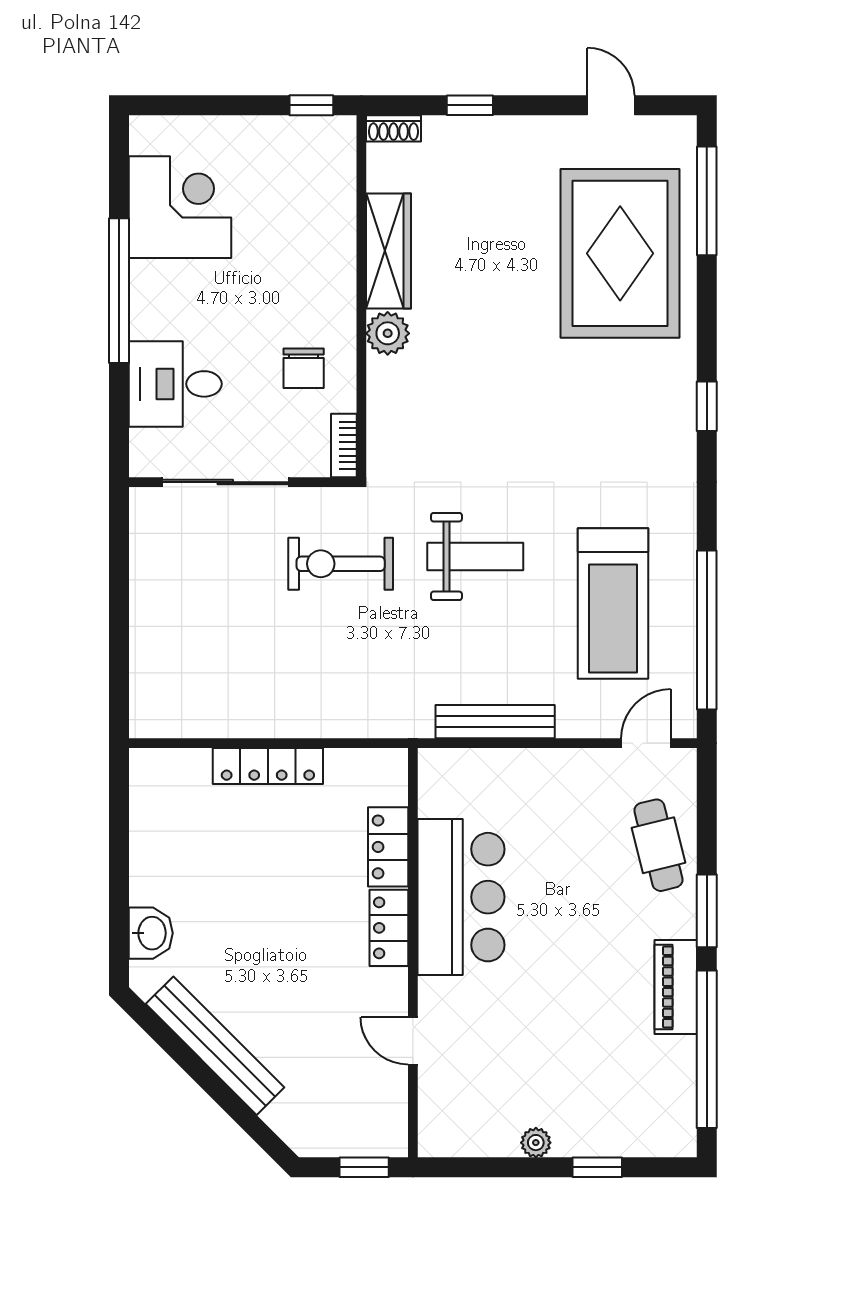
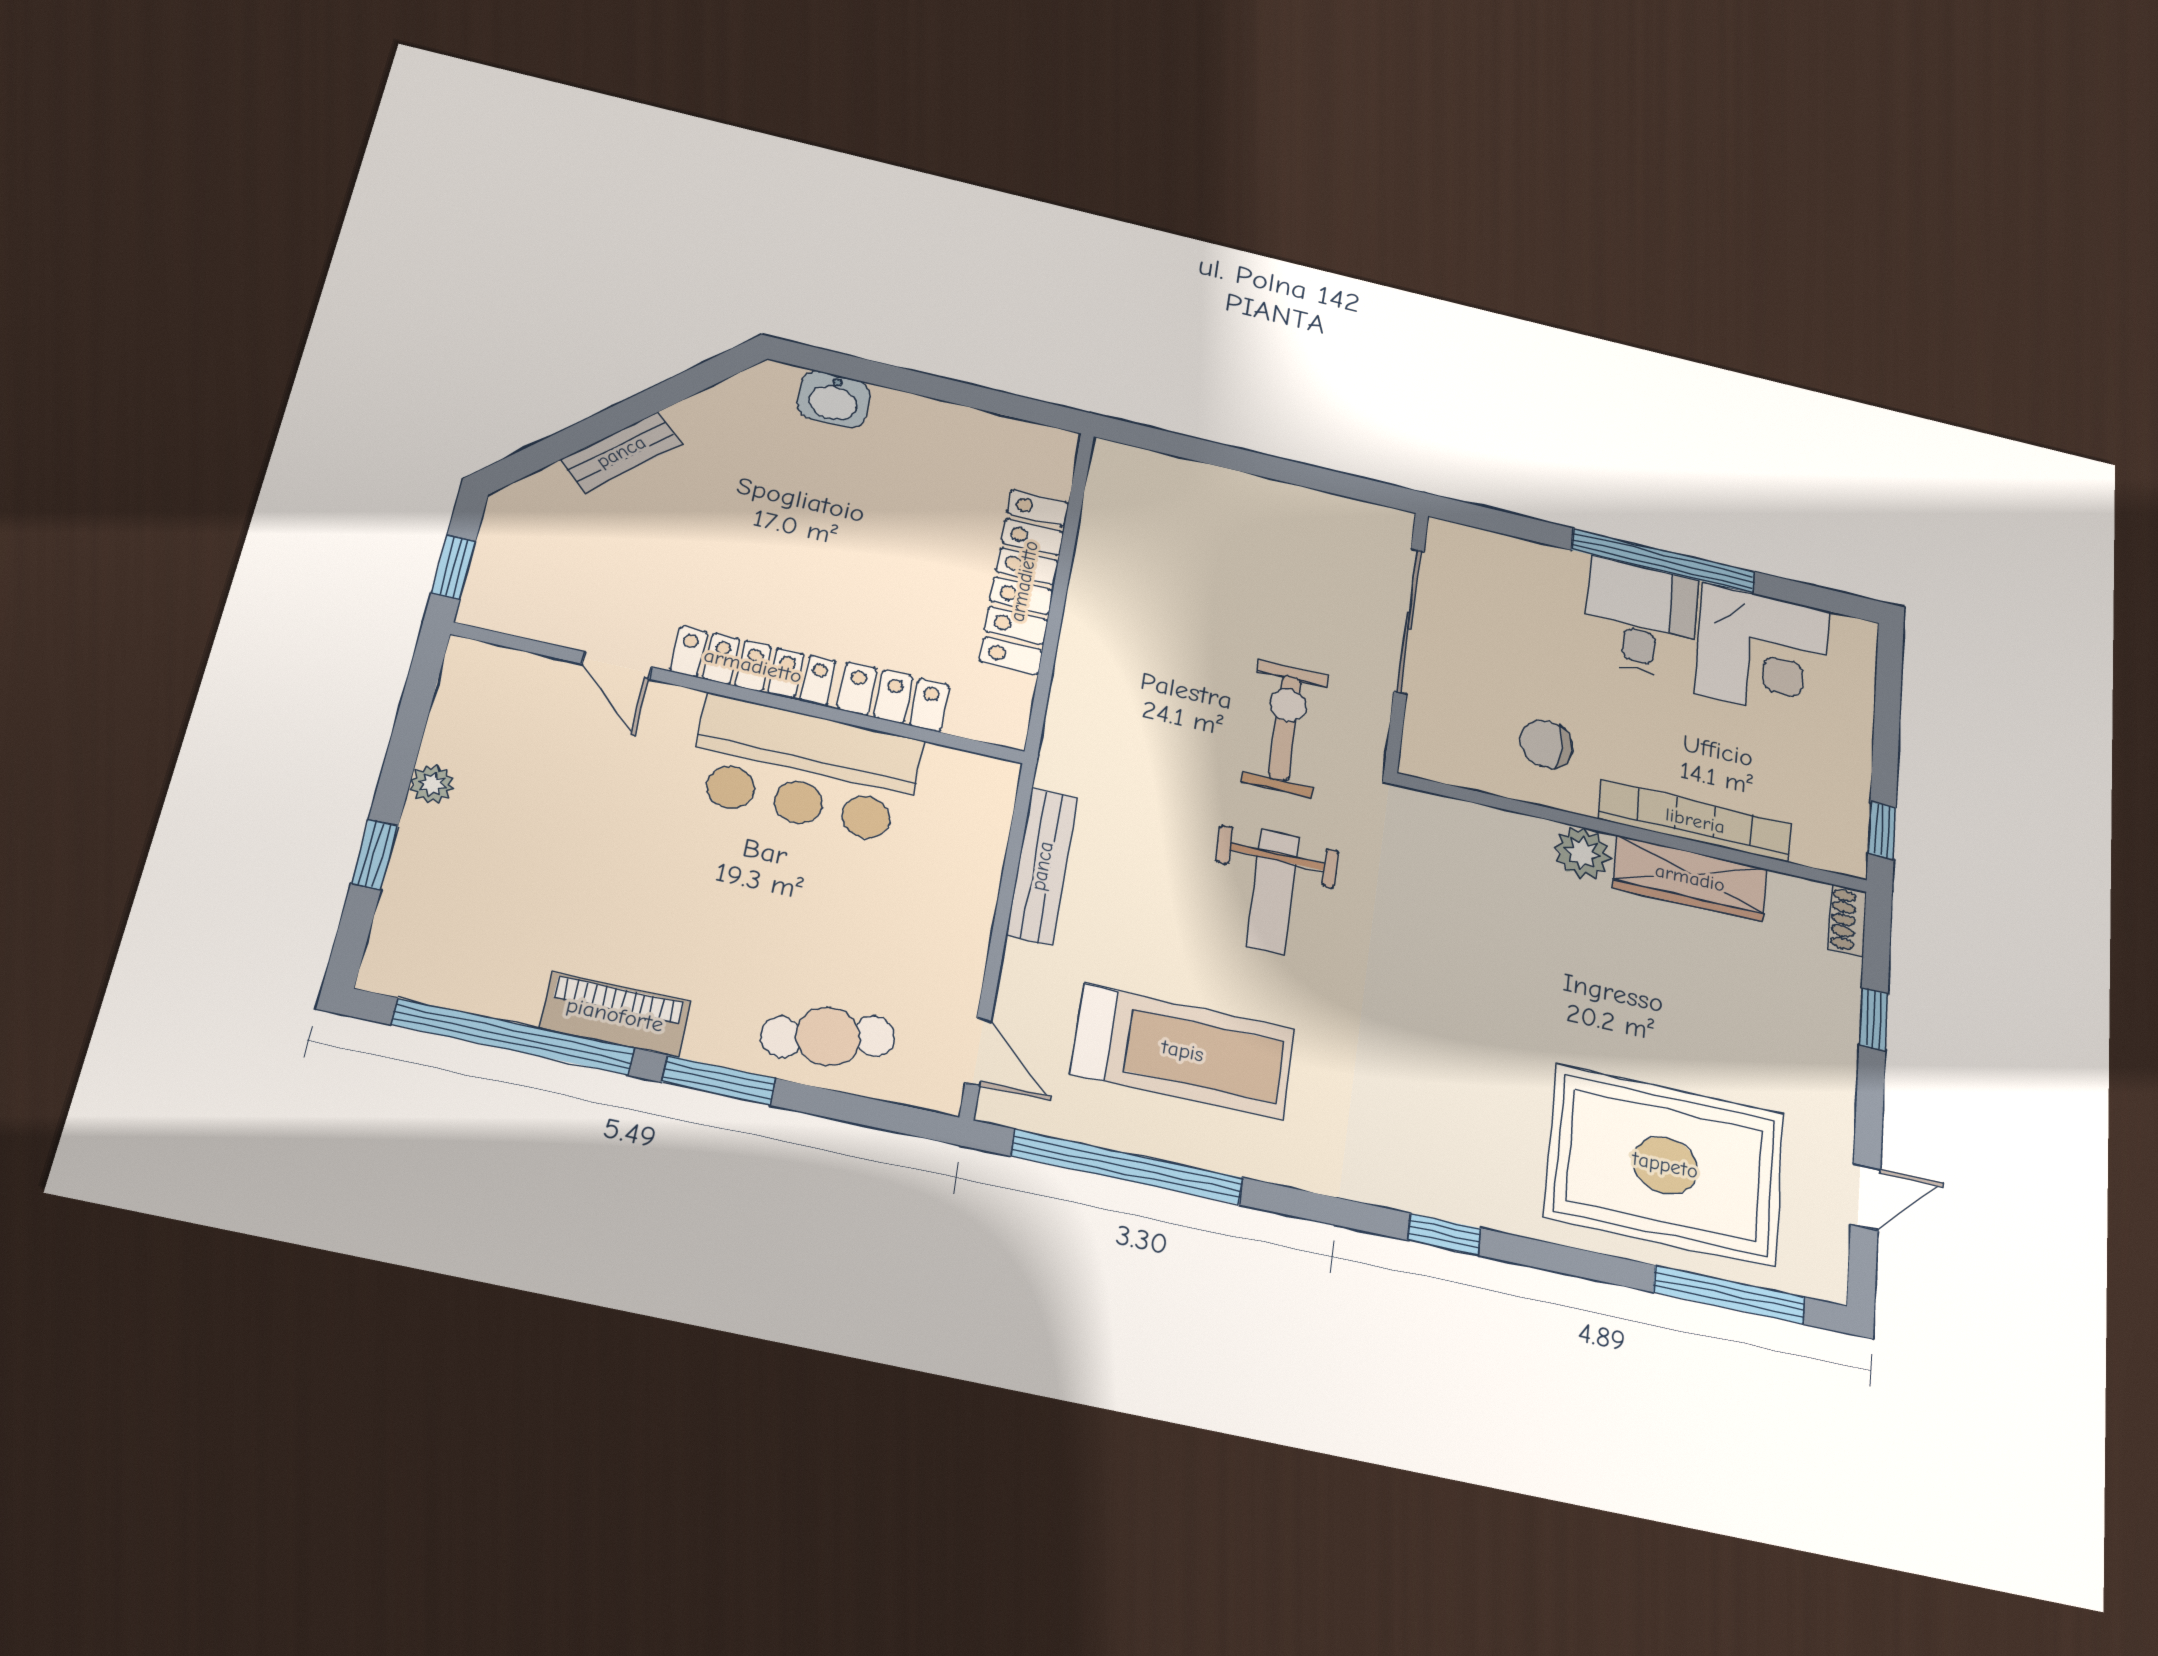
desk: (175, 384) -> (1641, 618), moved
bookcase: (344, 445) -> (1695, 821), moved, width x2.31, depth x1.31
treadmill: (613, 603) -> (1183, 1051), turned 180
locker: (268, 766) -> (1024, 581), width x1.41, depth x1.21
locker: (389, 928) -> (753, 666), width x1.53
door: (413, 1041) -> (617, 665), swing flipped
bench: (215, 1046) -> (621, 452), width x0.54, depth x0.82

